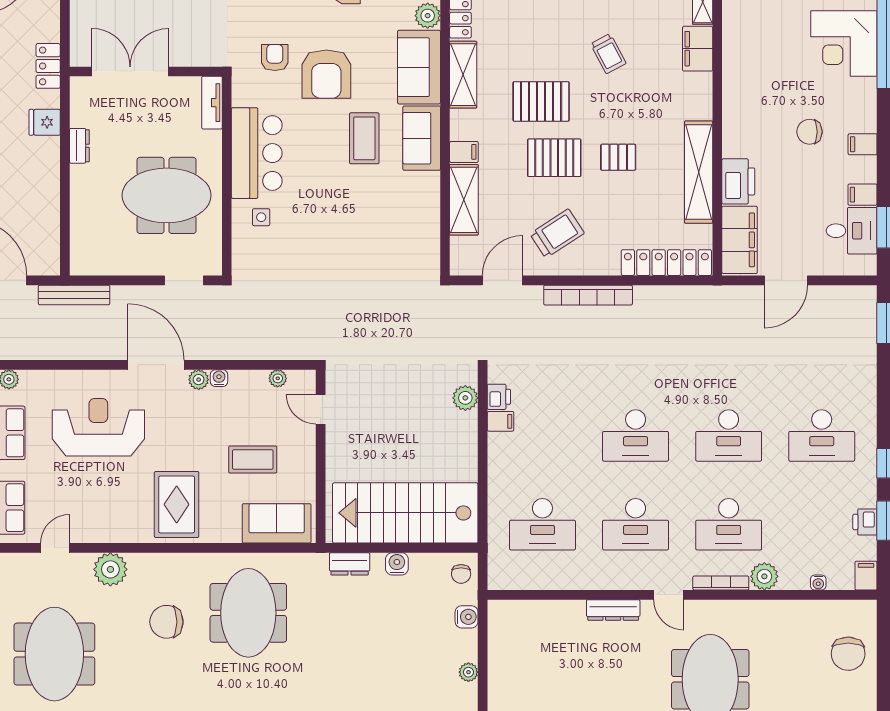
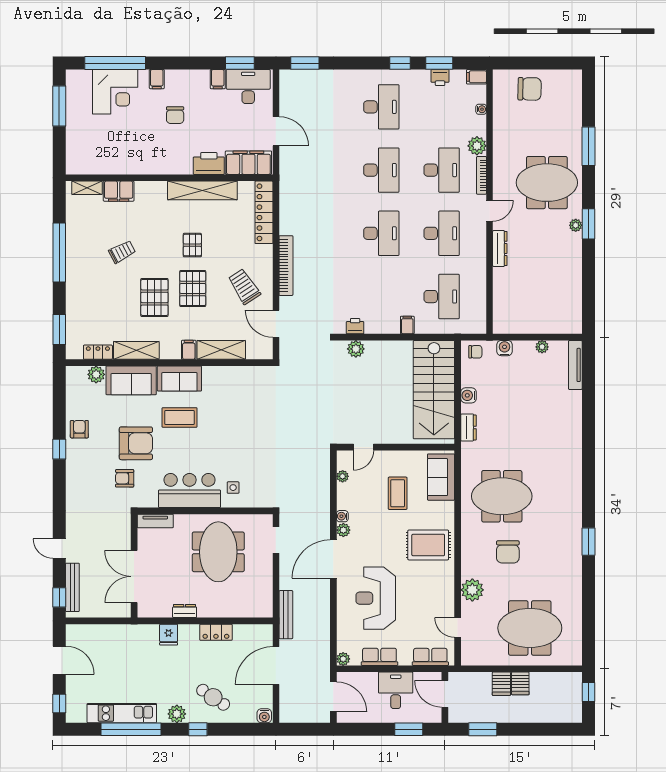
locker: (48, 66) -> (216, 632), moved
filing cabinet: (863, 144) -> (157, 79), moved
desk: (852, 231) -> (248, 87), width x1.37
filing cabinet: (501, 421) -> (407, 325), moved

